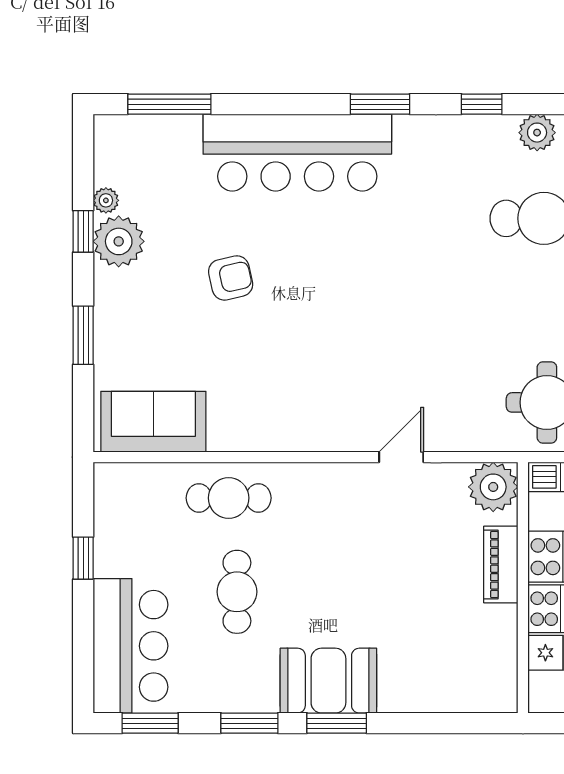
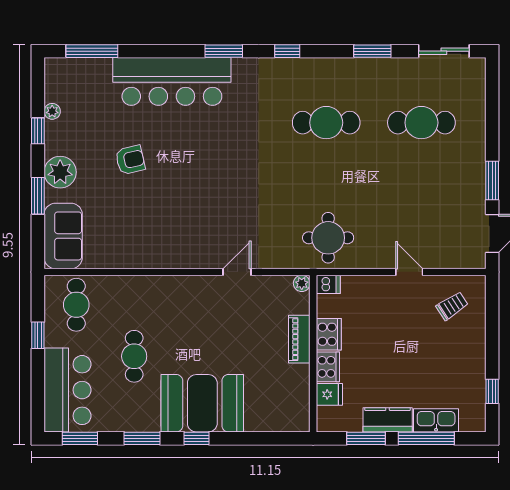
plant: (537, 133) -> (322, 69), removed
plant: (119, 241) -> (60, 172), moved
sofa: (153, 422) -> (63, 236), moved, turned 90
plant: (493, 487) -> (302, 283), width x0.53, depth x0.53
cafe table: (229, 498) -> (76, 305), moved, turned 90
booth: (328, 681) -> (202, 403), width x1.36, depth x1.42
window: (337, 723) -> (197, 438), width x0.67

